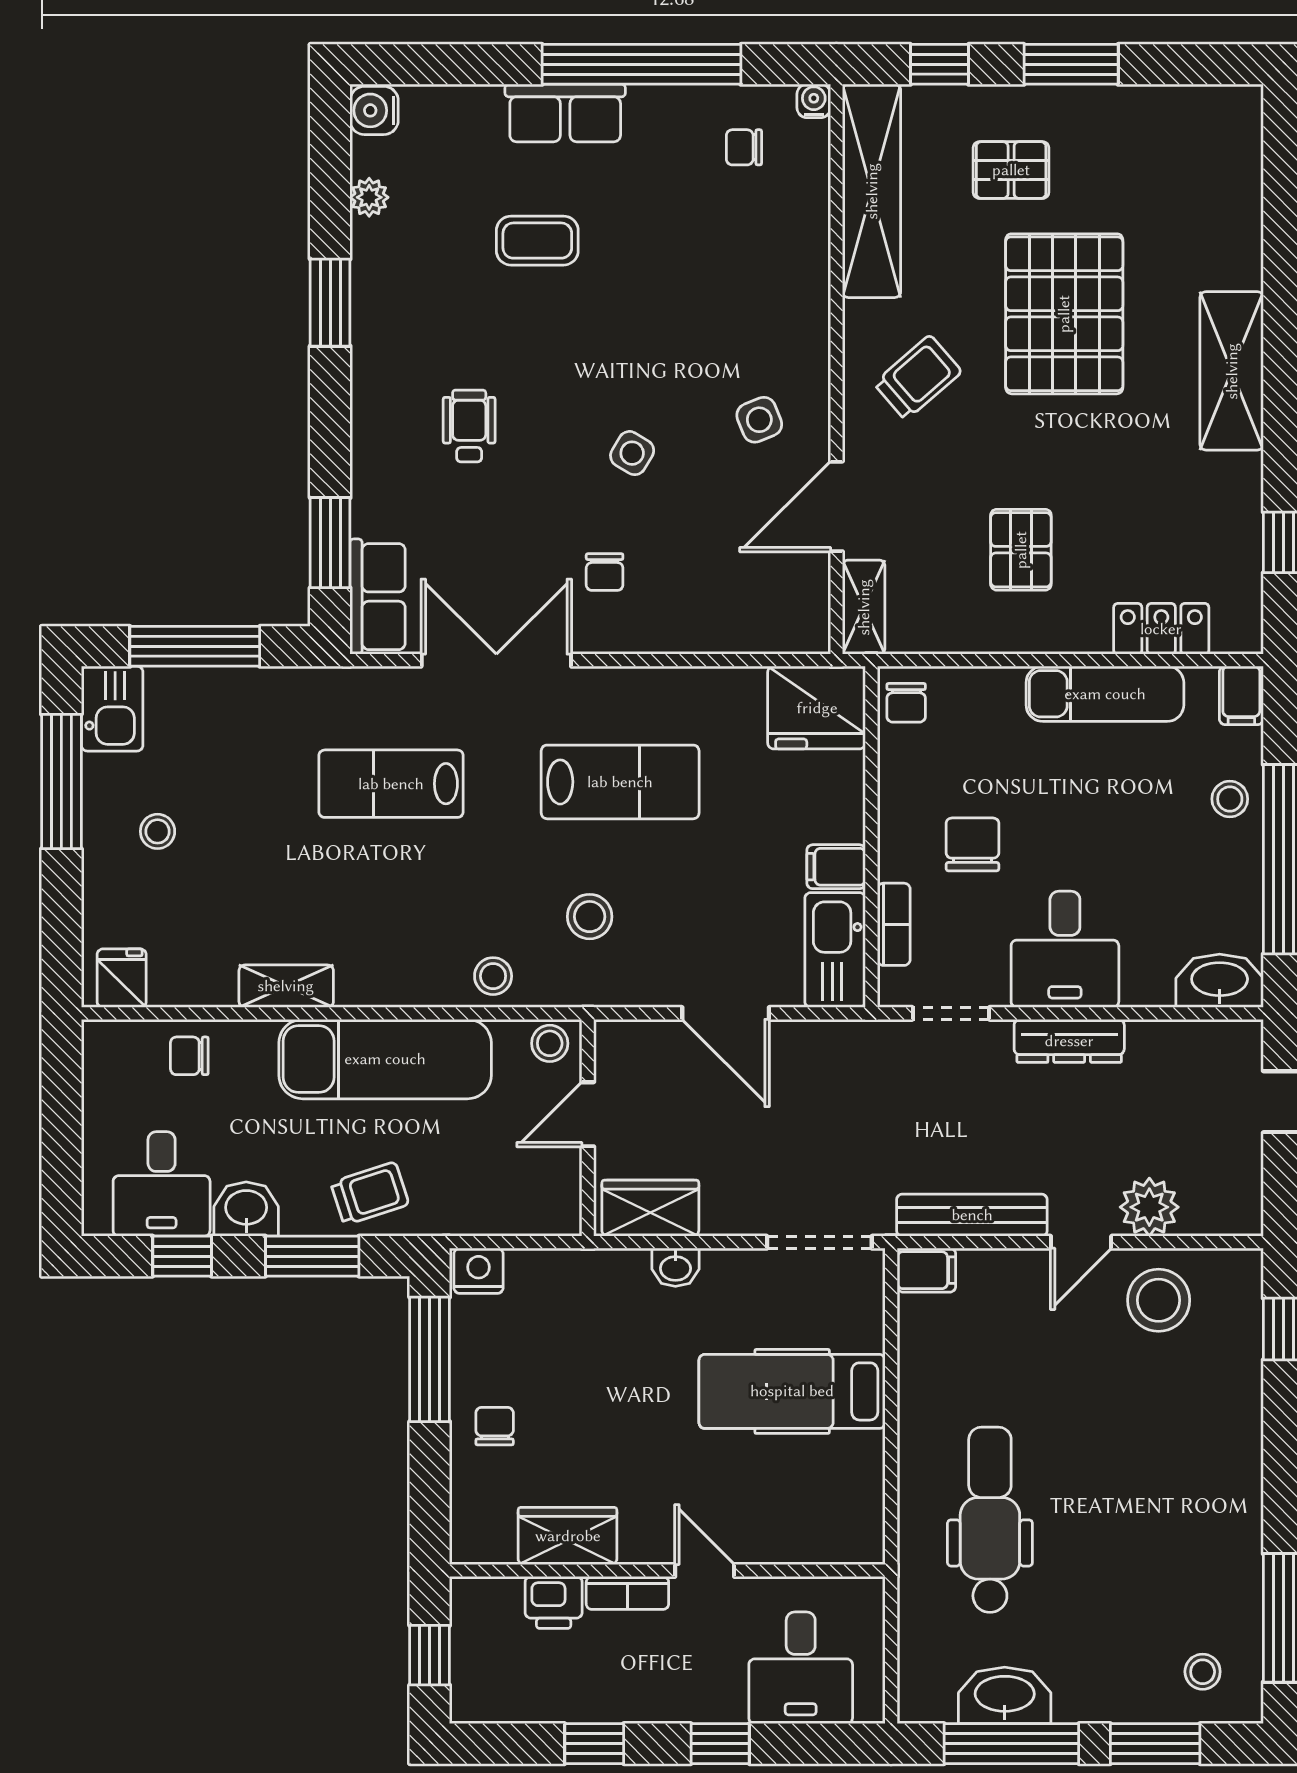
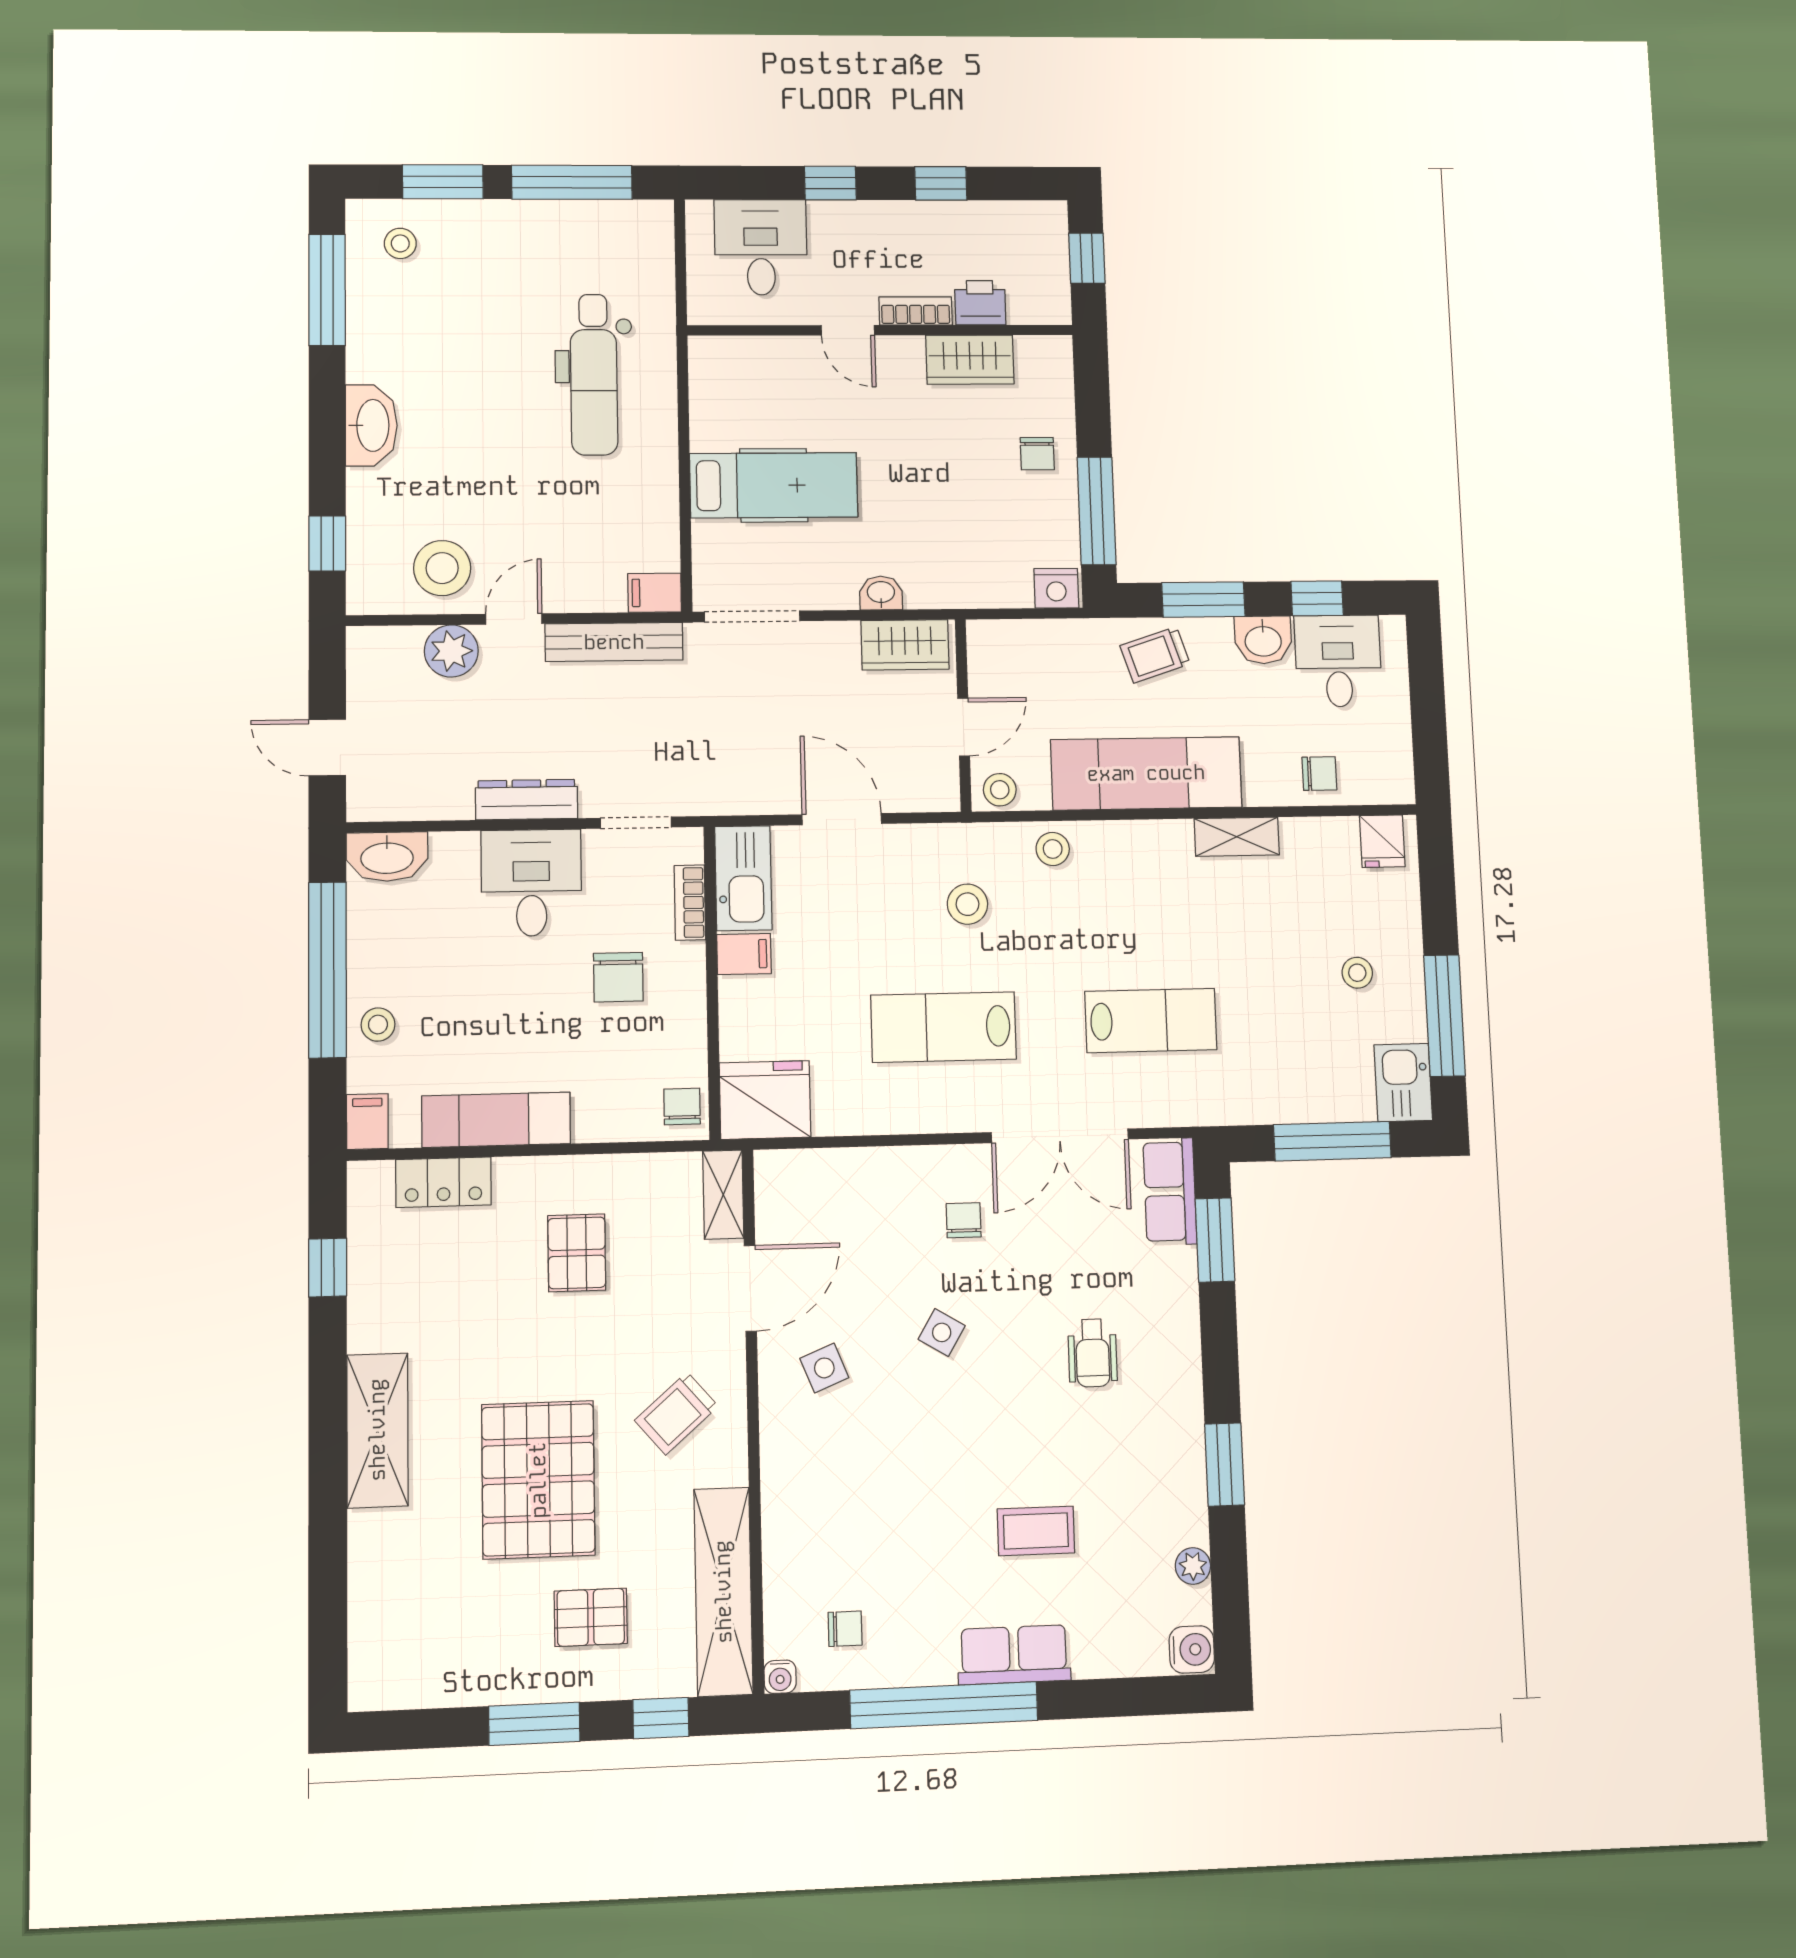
washbasin: (1005, 1695) -> (371, 425), moved, turned -90

